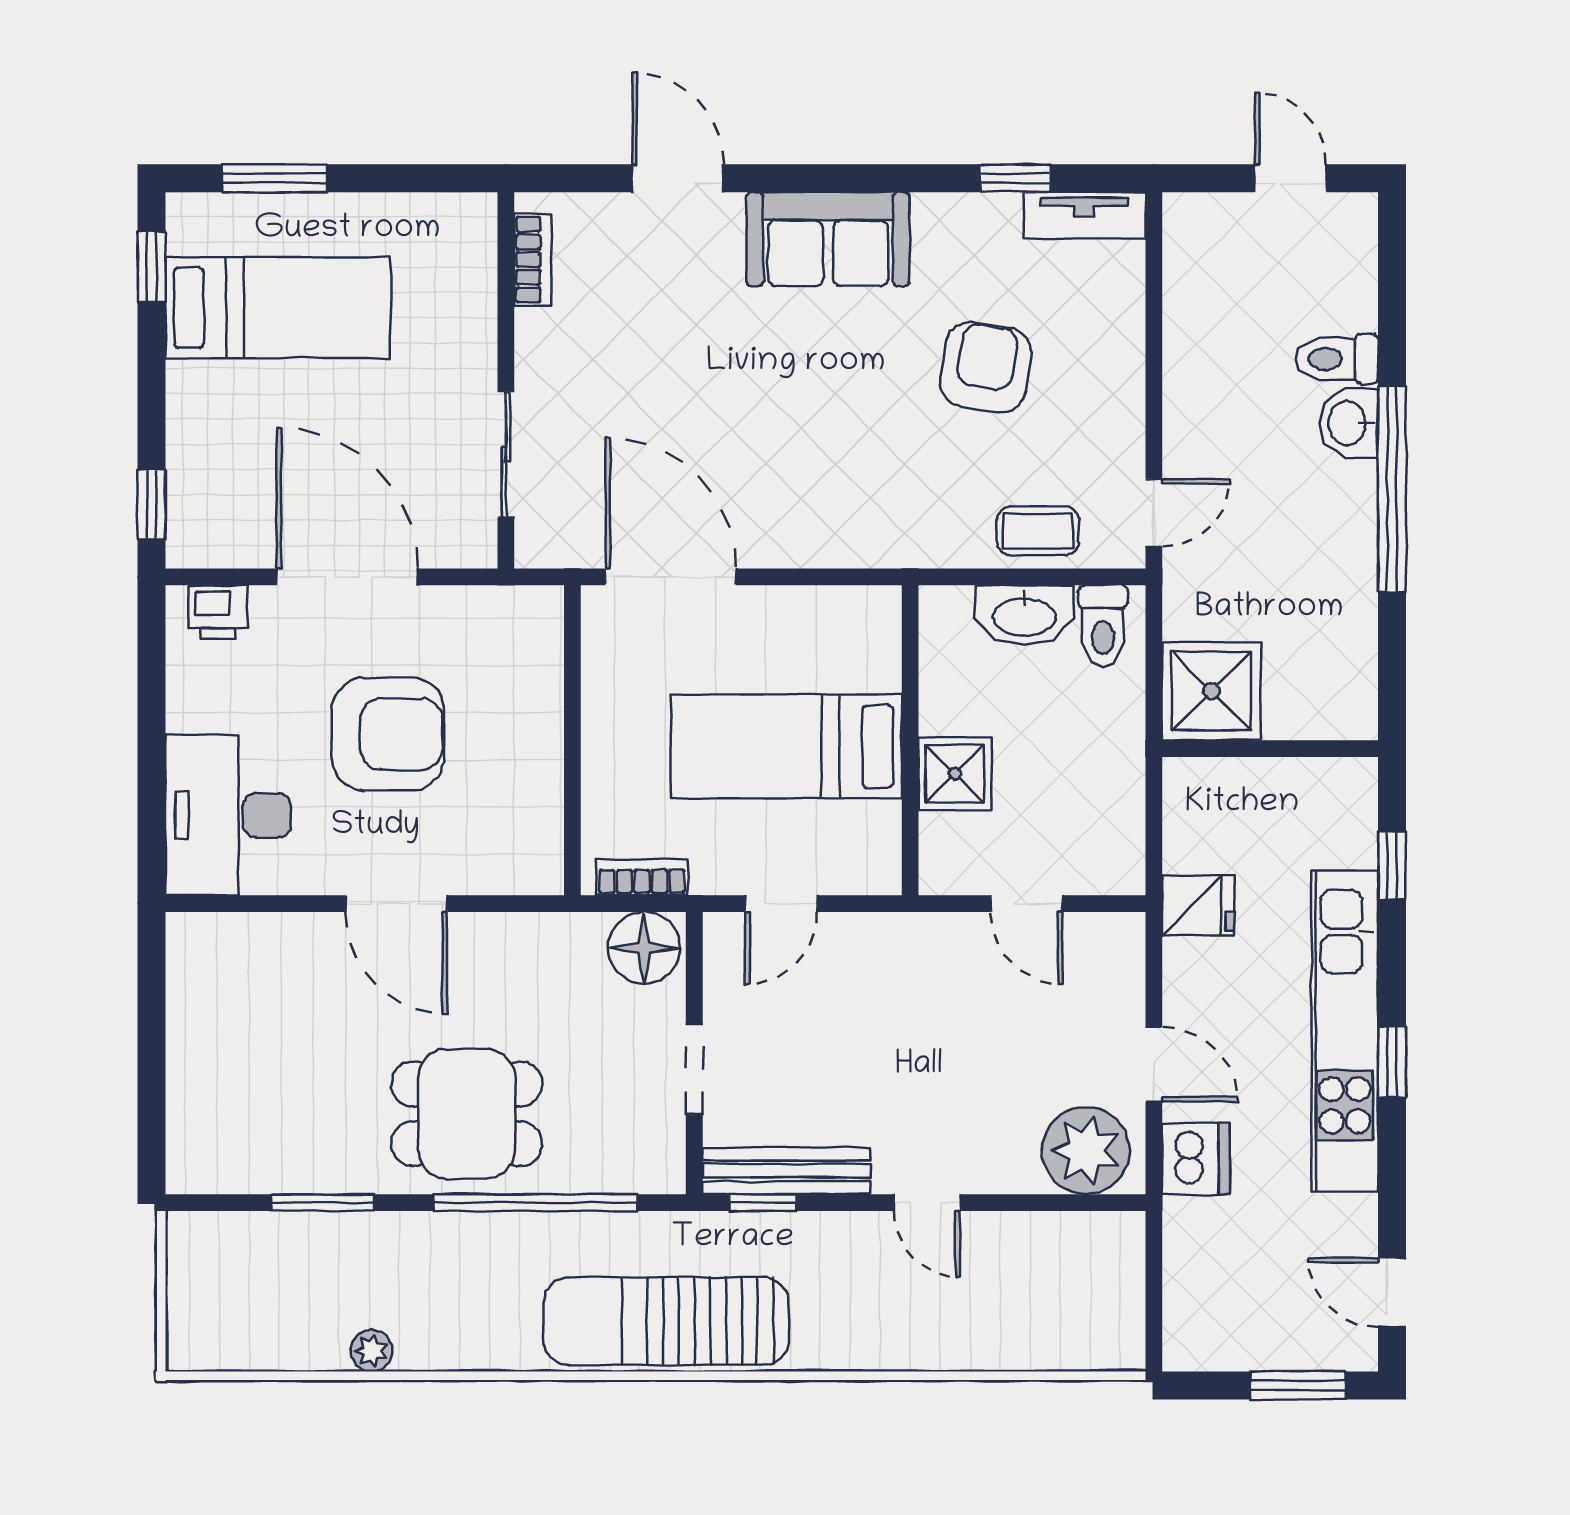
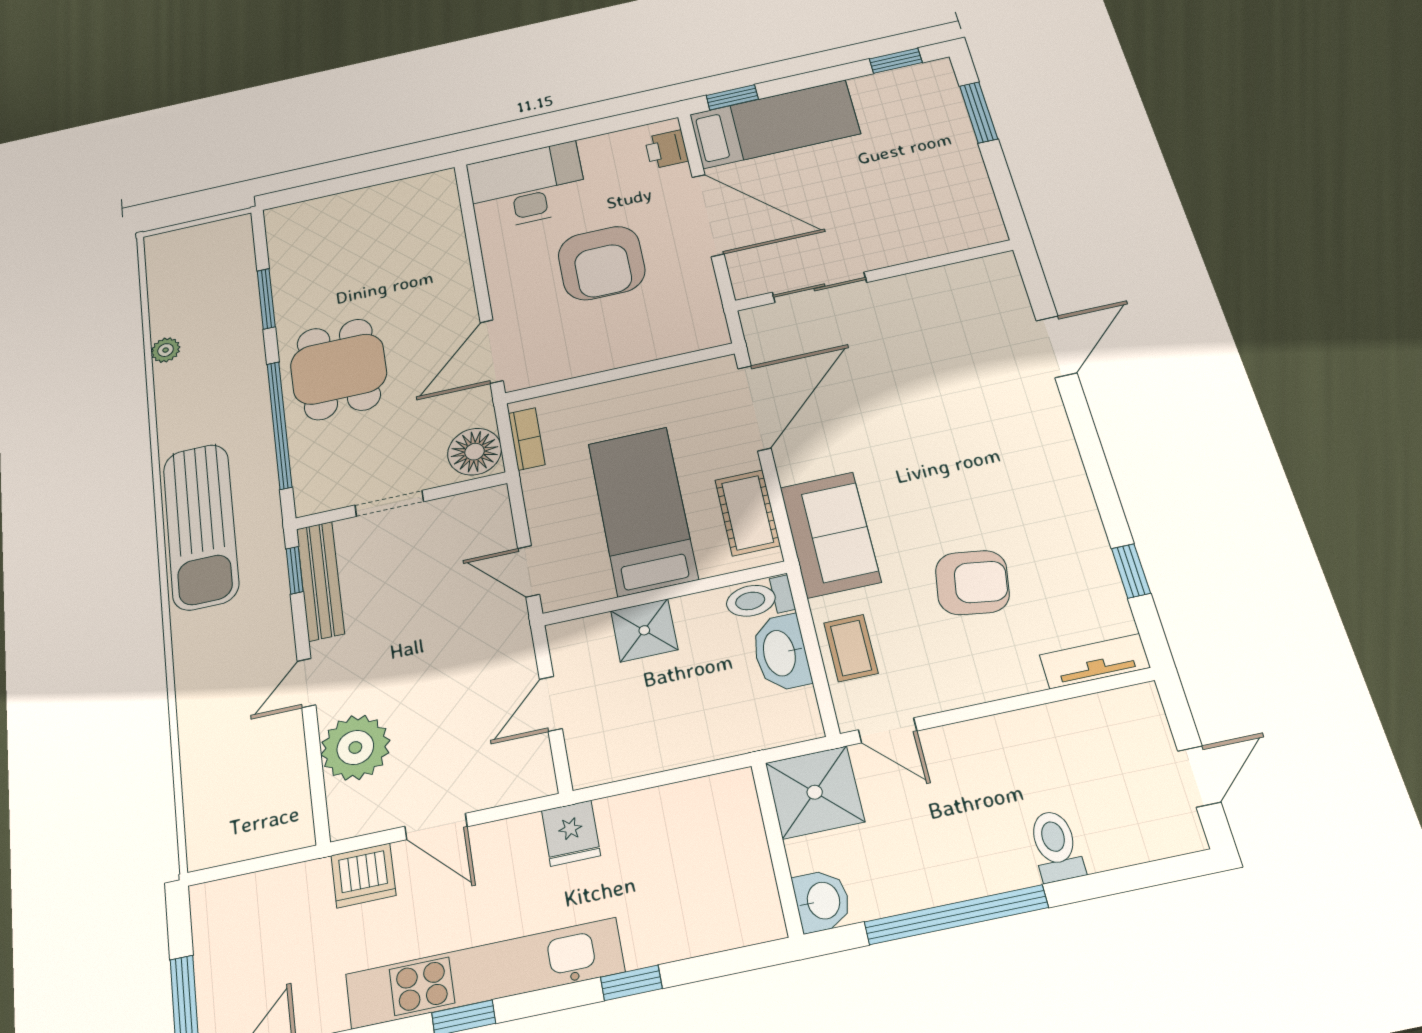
tv unit: (1085, 215) -> (1095, 661), moved, turned 90
sofa: (828, 239) -> (830, 534), moved, turned 180
bookcase: (533, 260) -> (967, 272), removed
bed: (278, 308) -> (775, 124), moved, turned -90
washbasin: (1349, 423) -> (822, 901), moved, turned 90
door: (347, 577) -> (708, 215), hinge flipped
cot: (822, 616) -> (748, 513), added
toilet: (1103, 626) -> (759, 599), moved
shower: (1211, 691) -> (815, 792), moved
wall: (1270, 749) -> (777, 848), moved
door: (397, 904) -> (492, 351), moved
door: (781, 904) -> (529, 571), moved
door: (1154, 1064) -> (436, 827), hinge flipped
plant: (1086, 1150) -> (355, 747), moved
sun lounger: (666, 1321) -> (201, 526), turned 180

